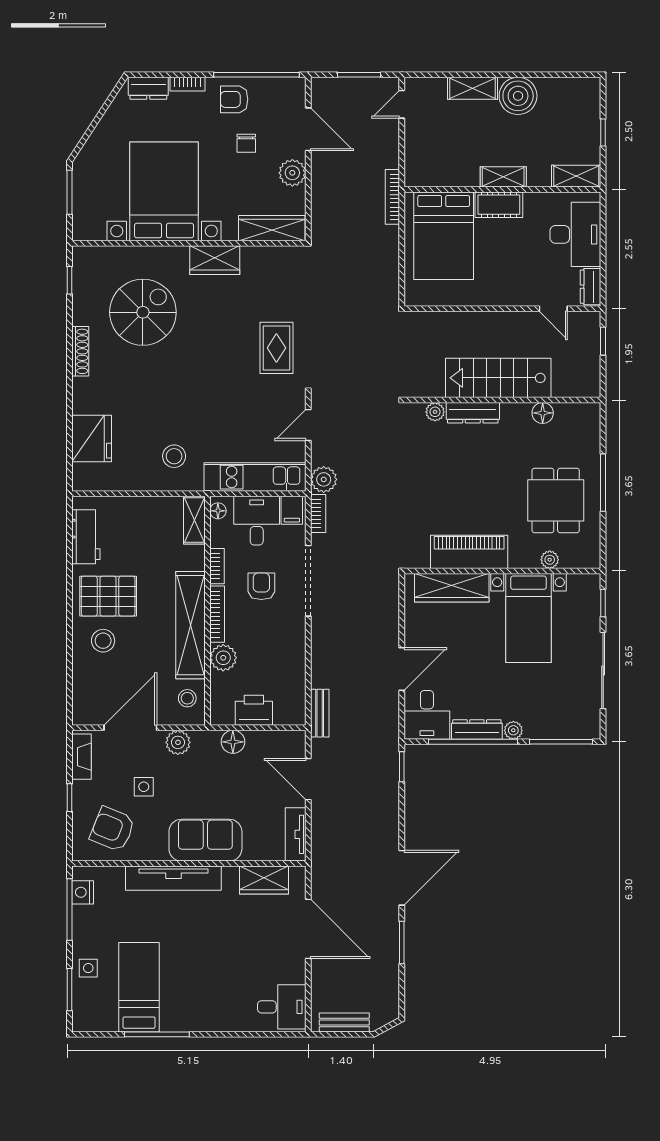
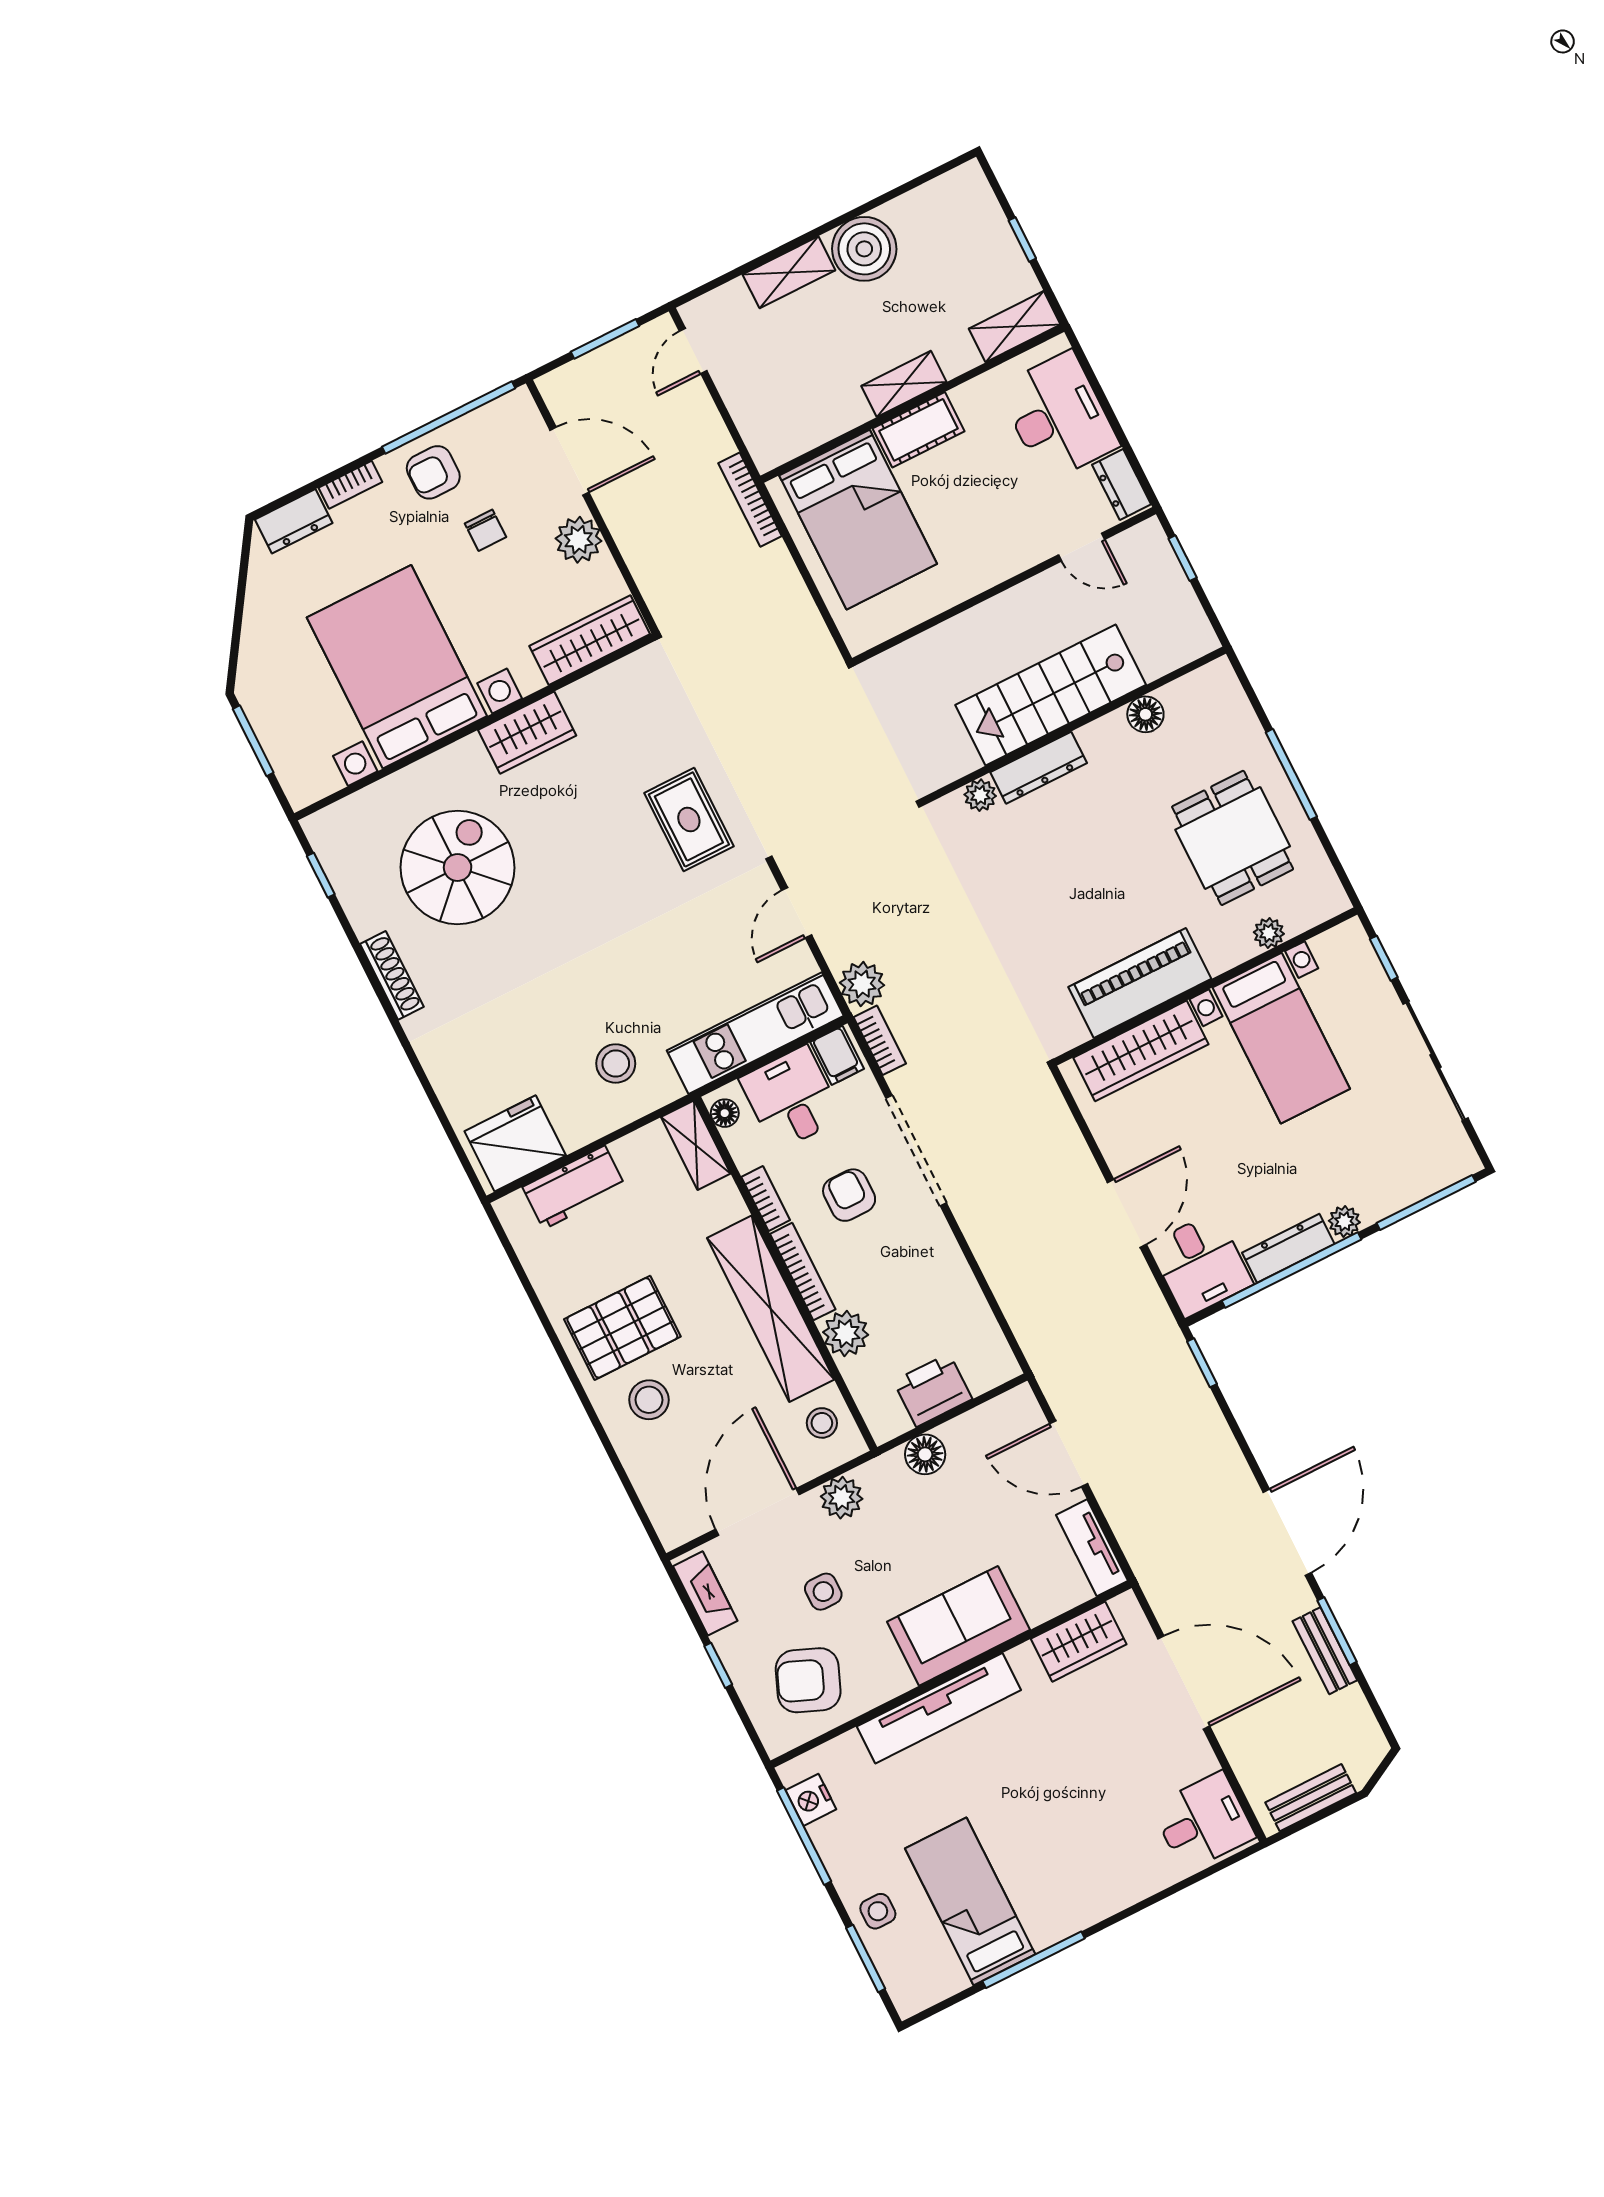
fridge: (92, 439) -> (515, 1143), moved, turned -90
workbench: (86, 537) -> (574, 1187), moved, turned 90
bench: (320, 713) -> (1325, 1651), moved

